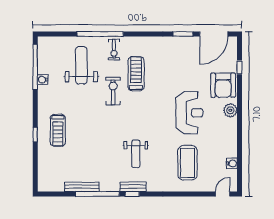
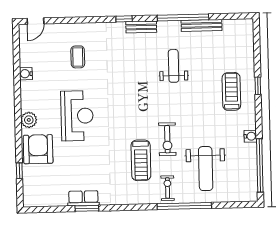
door: (214, 34) -> (50, 209), removed
row of seats: (186, 43) -> (83, 198), added
water cooler: (43, 80) -> (250, 136), moved
reception desk: (189, 113) -> (77, 116), turned 180
weight bench: (136, 154) -> (174, 66), moved
coffee table: (188, 163) -> (78, 57), width x0.54, depth x0.58
water cooler: (232, 163) -> (26, 74), moved
window: (132, 194) -> (124, 19), moved

